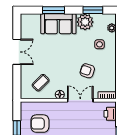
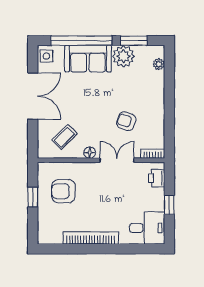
window: (53, 10) -> (81, 41), width x2.11
side table: (100, 44) -> (46, 56), moved
double door: (17, 52) -> (33, 96), width x1.37

